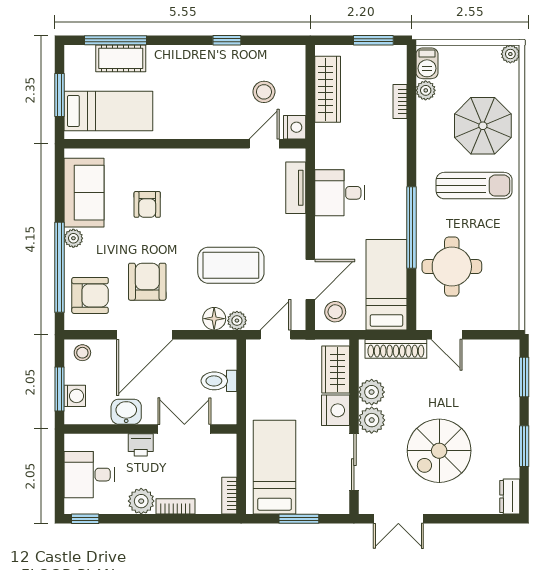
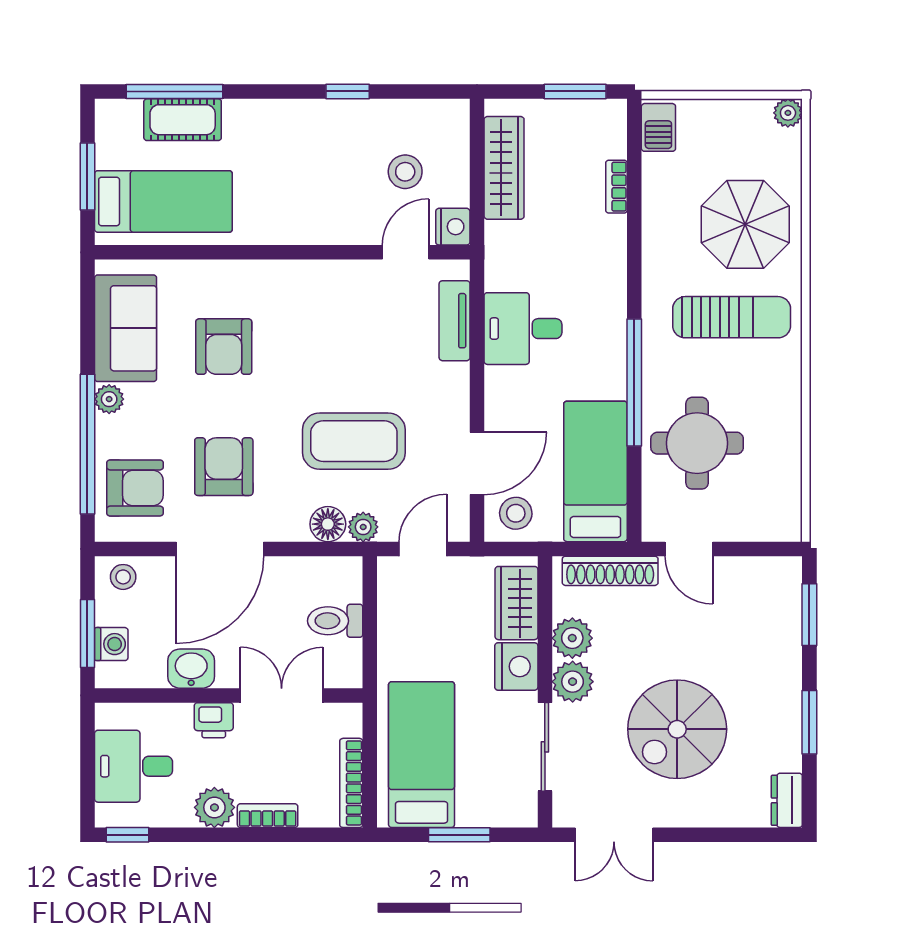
plant: (426, 90) -> (656, 169), removed
armchair: (147, 204) -> (224, 347), width x1.38, depth x1.38
bookcase: (229, 496) -> (351, 783), width x1.56

